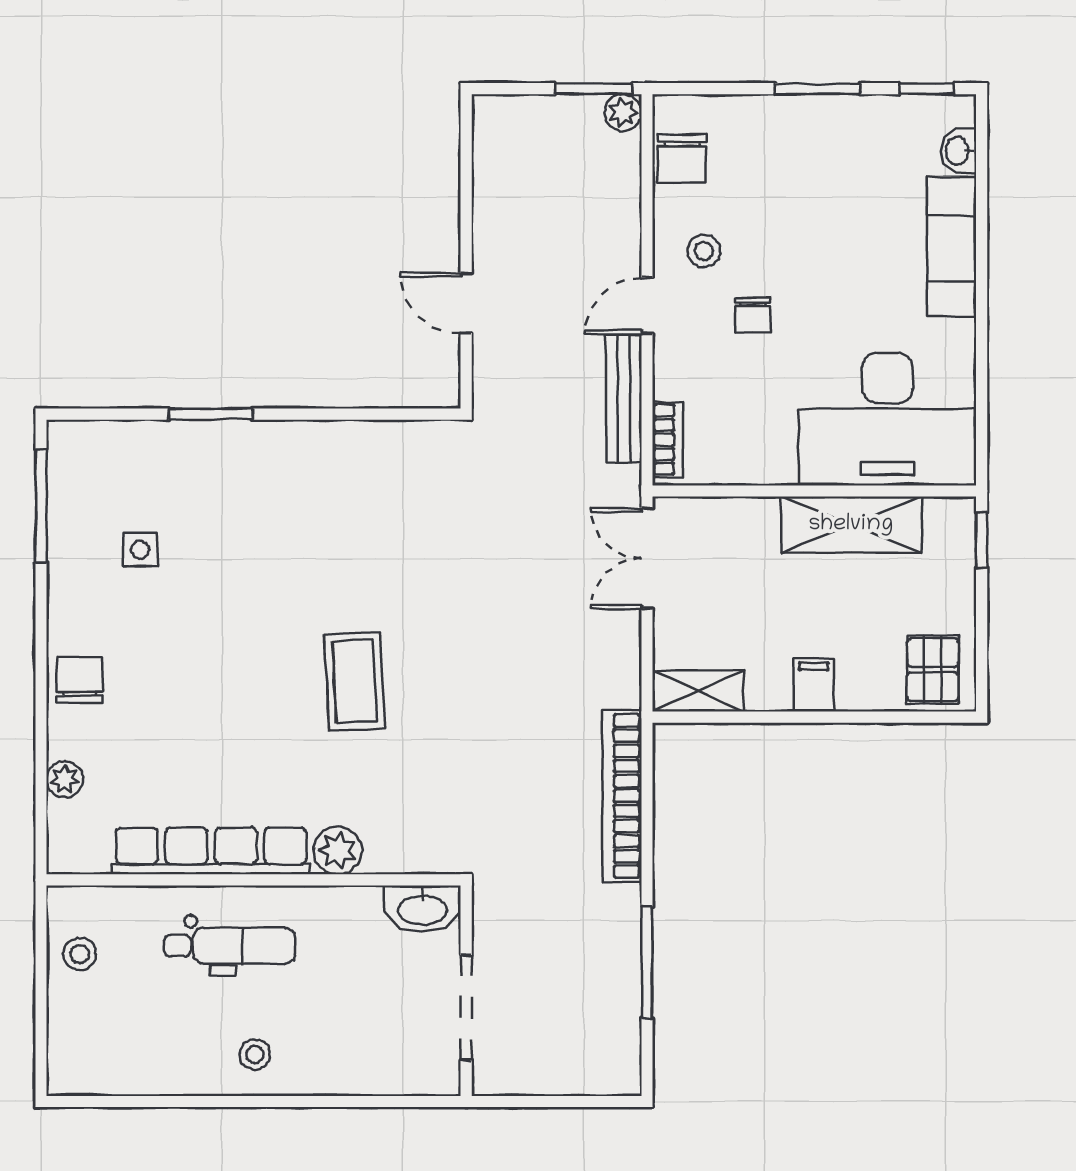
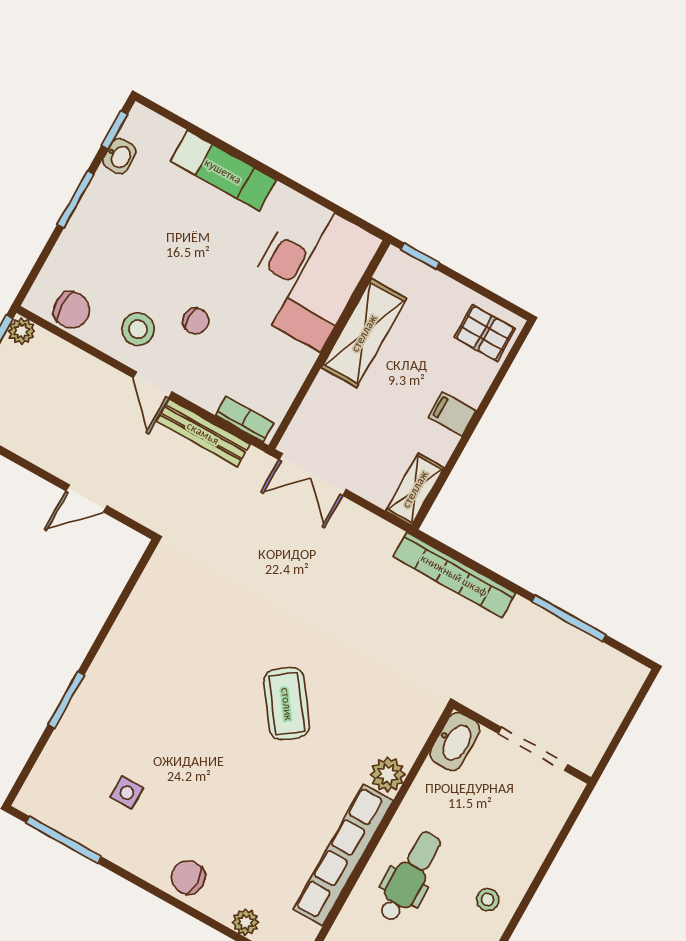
washbasin: (958, 151) -> (119, 156), moved, turned -90
stool: (704, 251) -> (138, 329), width x1.37, depth x1.37
coffee table: (355, 681) -> (287, 704), turned 57

